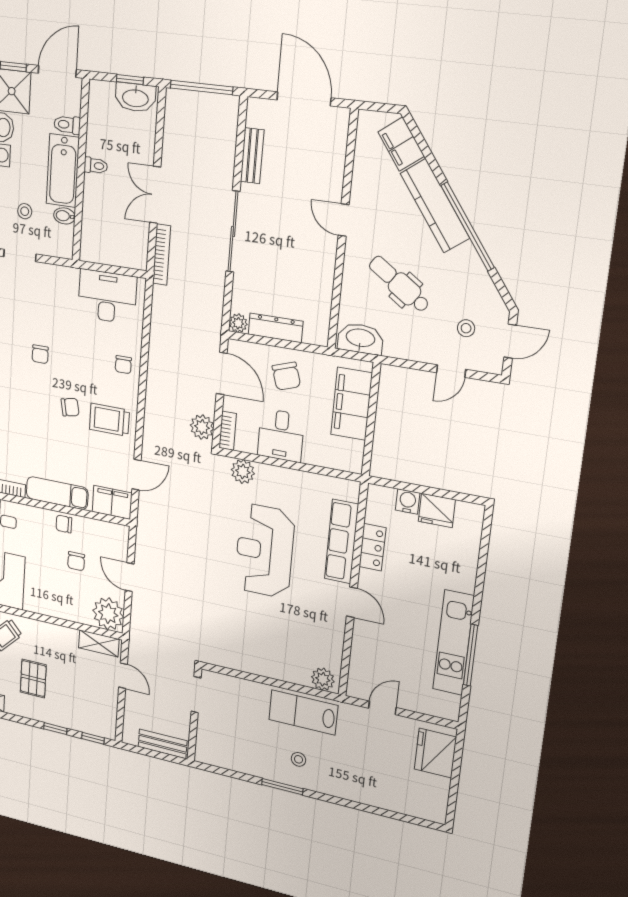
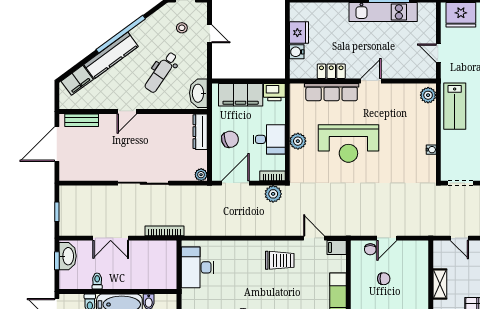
window: (202, 87) -> (57, 212), width x0.46
bench: (252, 156) -> (82, 120), moved
toilet: (96, 166) -> (97, 281), moved
double door: (155, 195) -> (111, 238), moved
dresser: (276, 328) -> (200, 132), moved
chair: (123, 365) -> (241, 253), removed
chair: (70, 407) -> (276, 290), removed
trolley: (109, 420) -> (280, 260), turned -90
printer: (350, 456) -> (274, 92), added
plant: (243, 472) -> (298, 141), moved
filing cabinet: (112, 502) -> (337, 247), width x0.50
chair: (64, 524) -> (370, 249), moved
plant: (108, 614) -> (417, 252), removed
shelving: (99, 643) -> (440, 284), moved
water cooler: (245, 666) -> (431, 150), added
door: (123, 676) -> (459, 238), swing flipped

